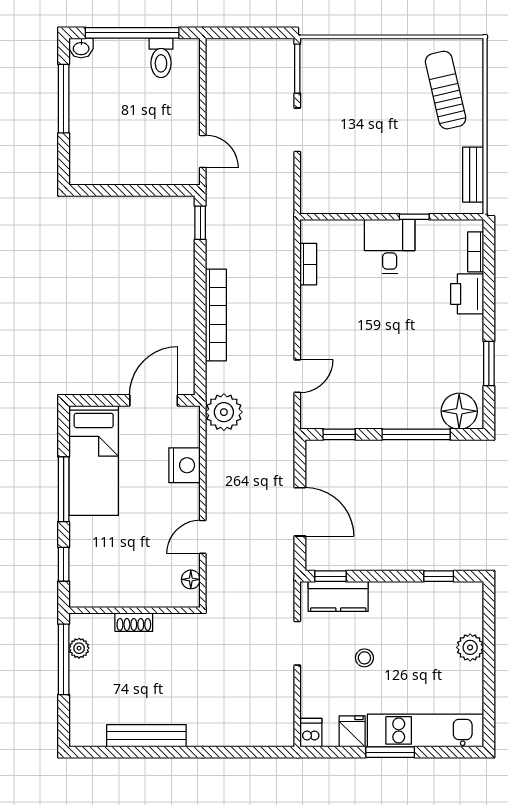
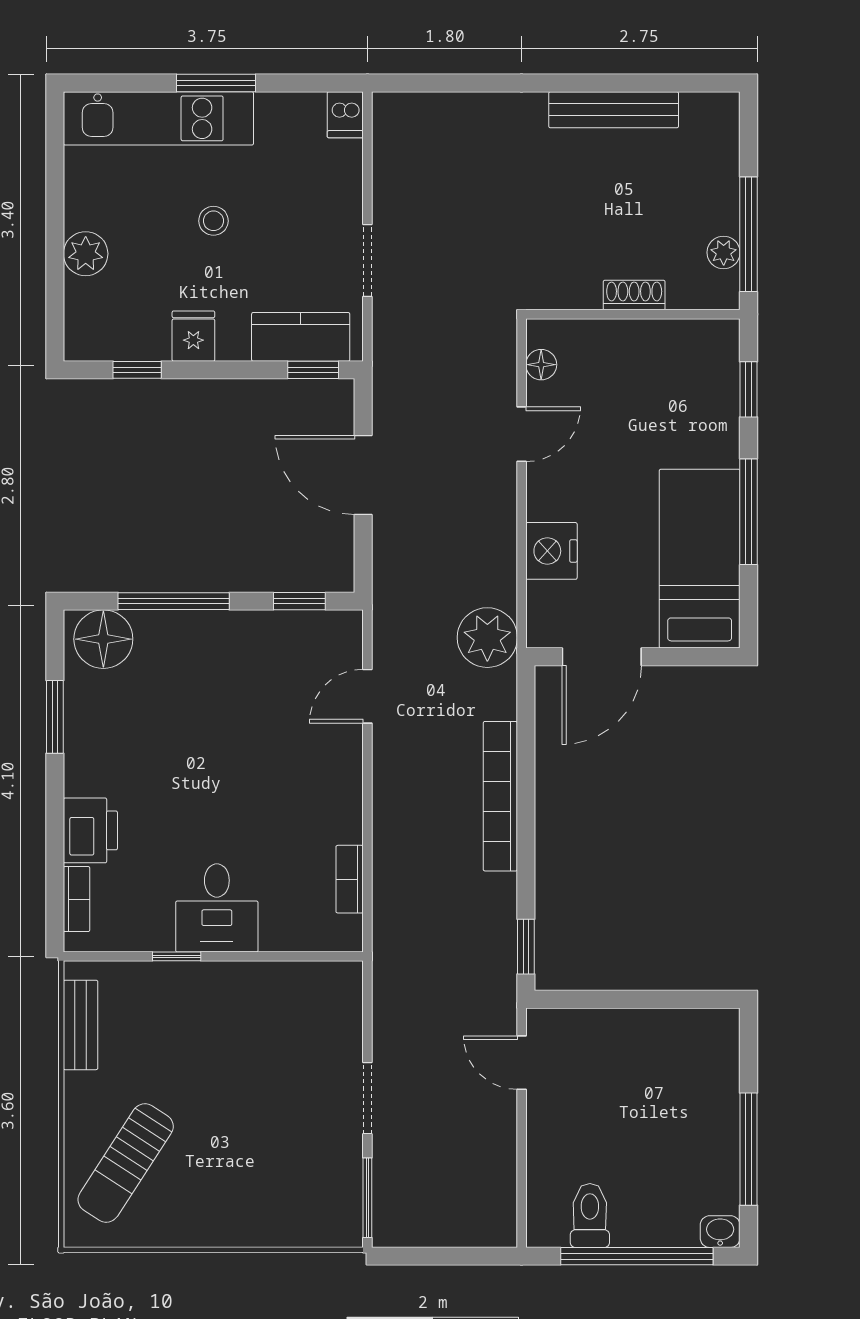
sun lounger: (446, 90) -> (126, 1163), turned 46
stool: (364, 658) -> (213, 221), moved
fridge: (352, 731) -> (193, 336), moved, turned 180

